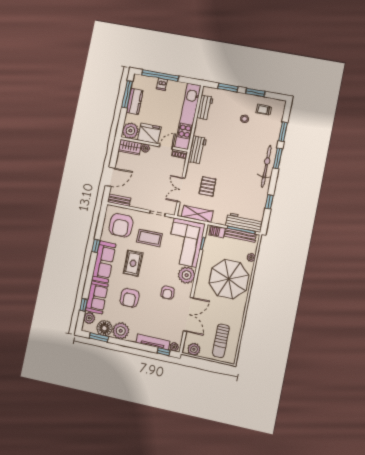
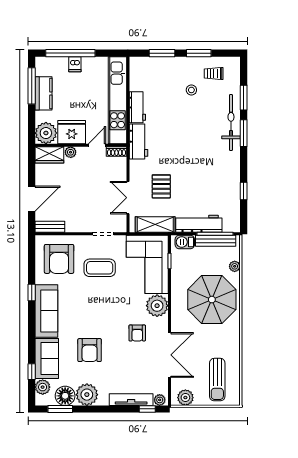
workbench: (205, 107) -> (137, 107), moved
bicycle: (266, 166) -> (231, 123), moved
workbench: (244, 223) -> (199, 224), moved
rug: (133, 263) -> (85, 305), removed

